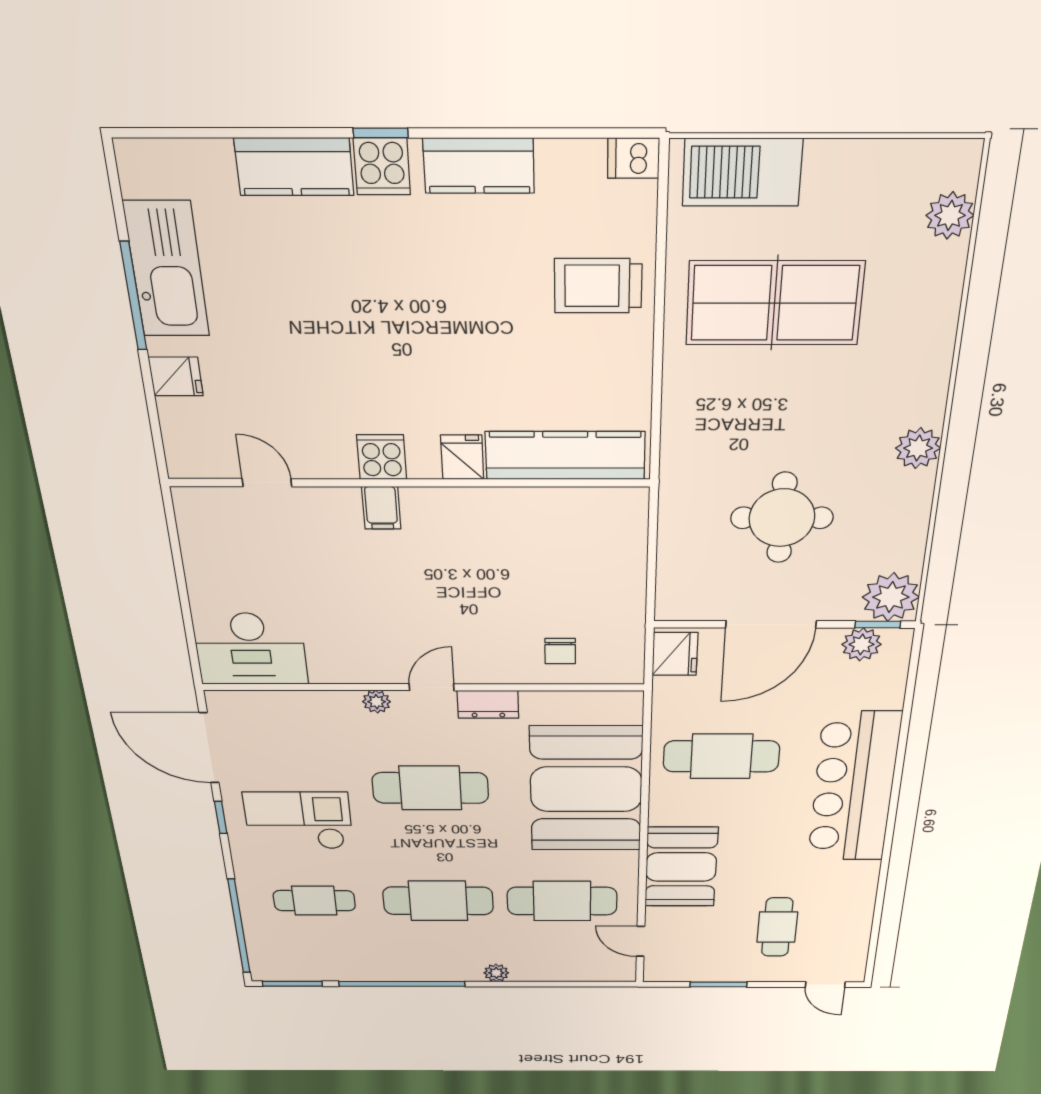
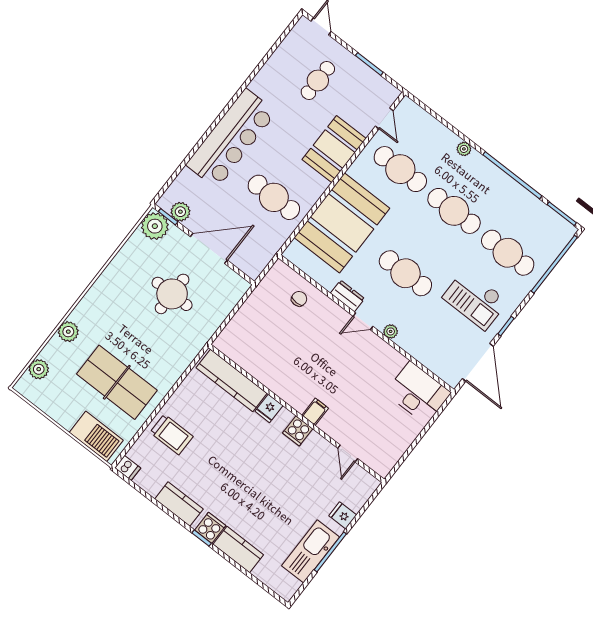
plant: (918, 448) -> (68, 332), moved
fridge: (675, 654) -> (256, 263), removed
cafe table: (314, 901) -> (508, 253), width x1.37, depth x1.35

